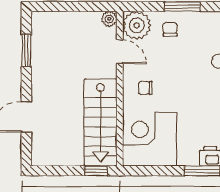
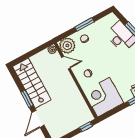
window: (26, 51) -> (27, 99), moved
stairs: (101, 122) -> (32, 83), moved, turned 180

